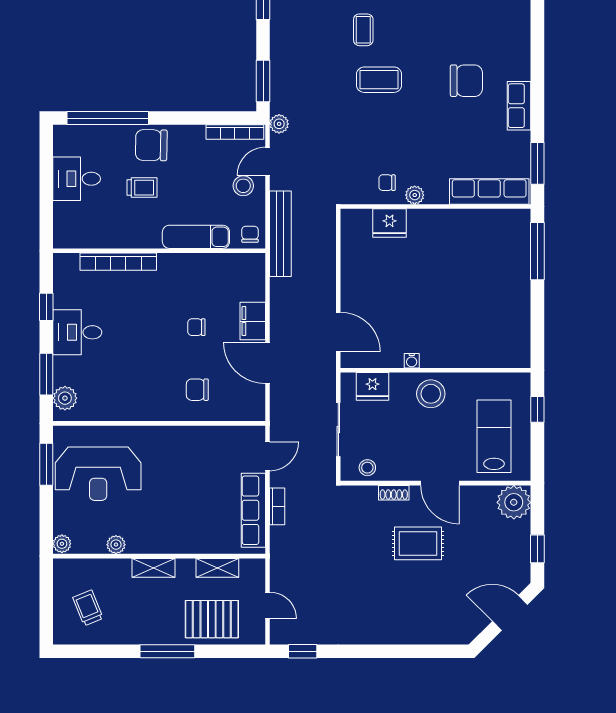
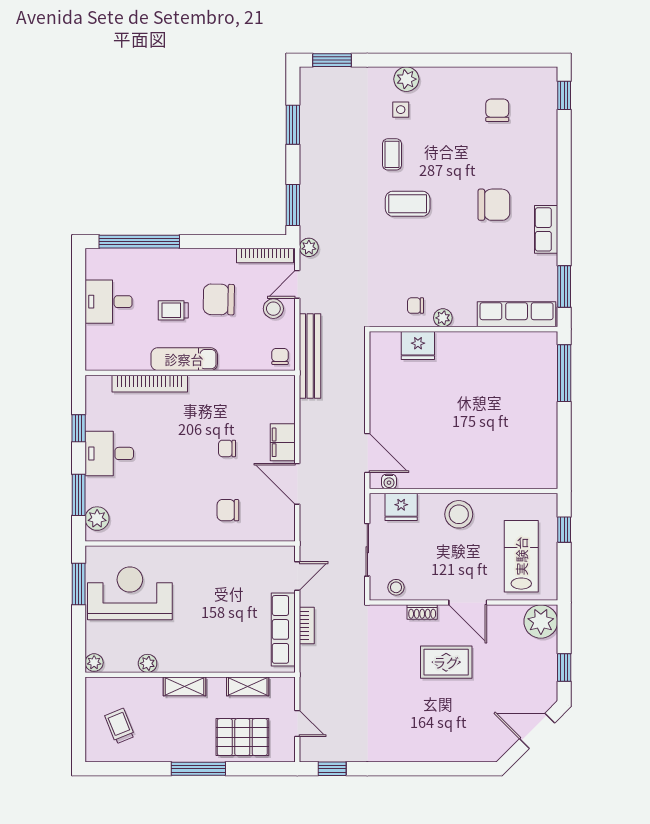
chair: (151, 145) -> (219, 299), moved
trolley: (142, 188) -> (173, 310), turned 180
exam couch: (196, 237) -> (184, 359), moved
water cooler: (412, 361) -> (389, 482), moved
reception desk: (98, 474) -> (130, 593), turned 180

